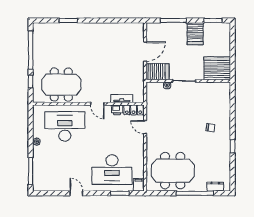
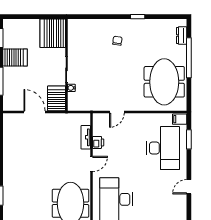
locker: (133, 110) -> (98, 125), removed

